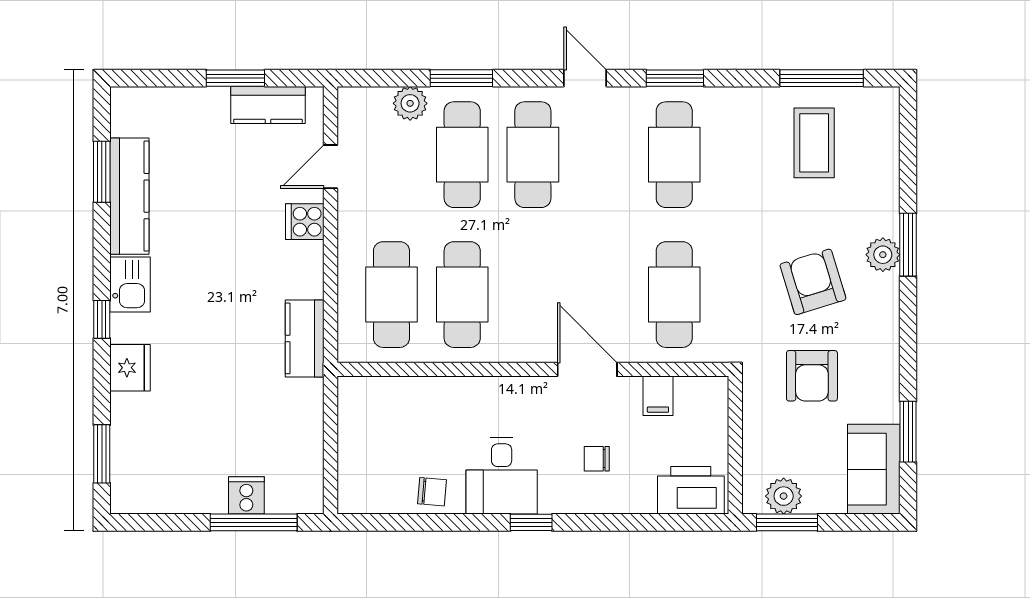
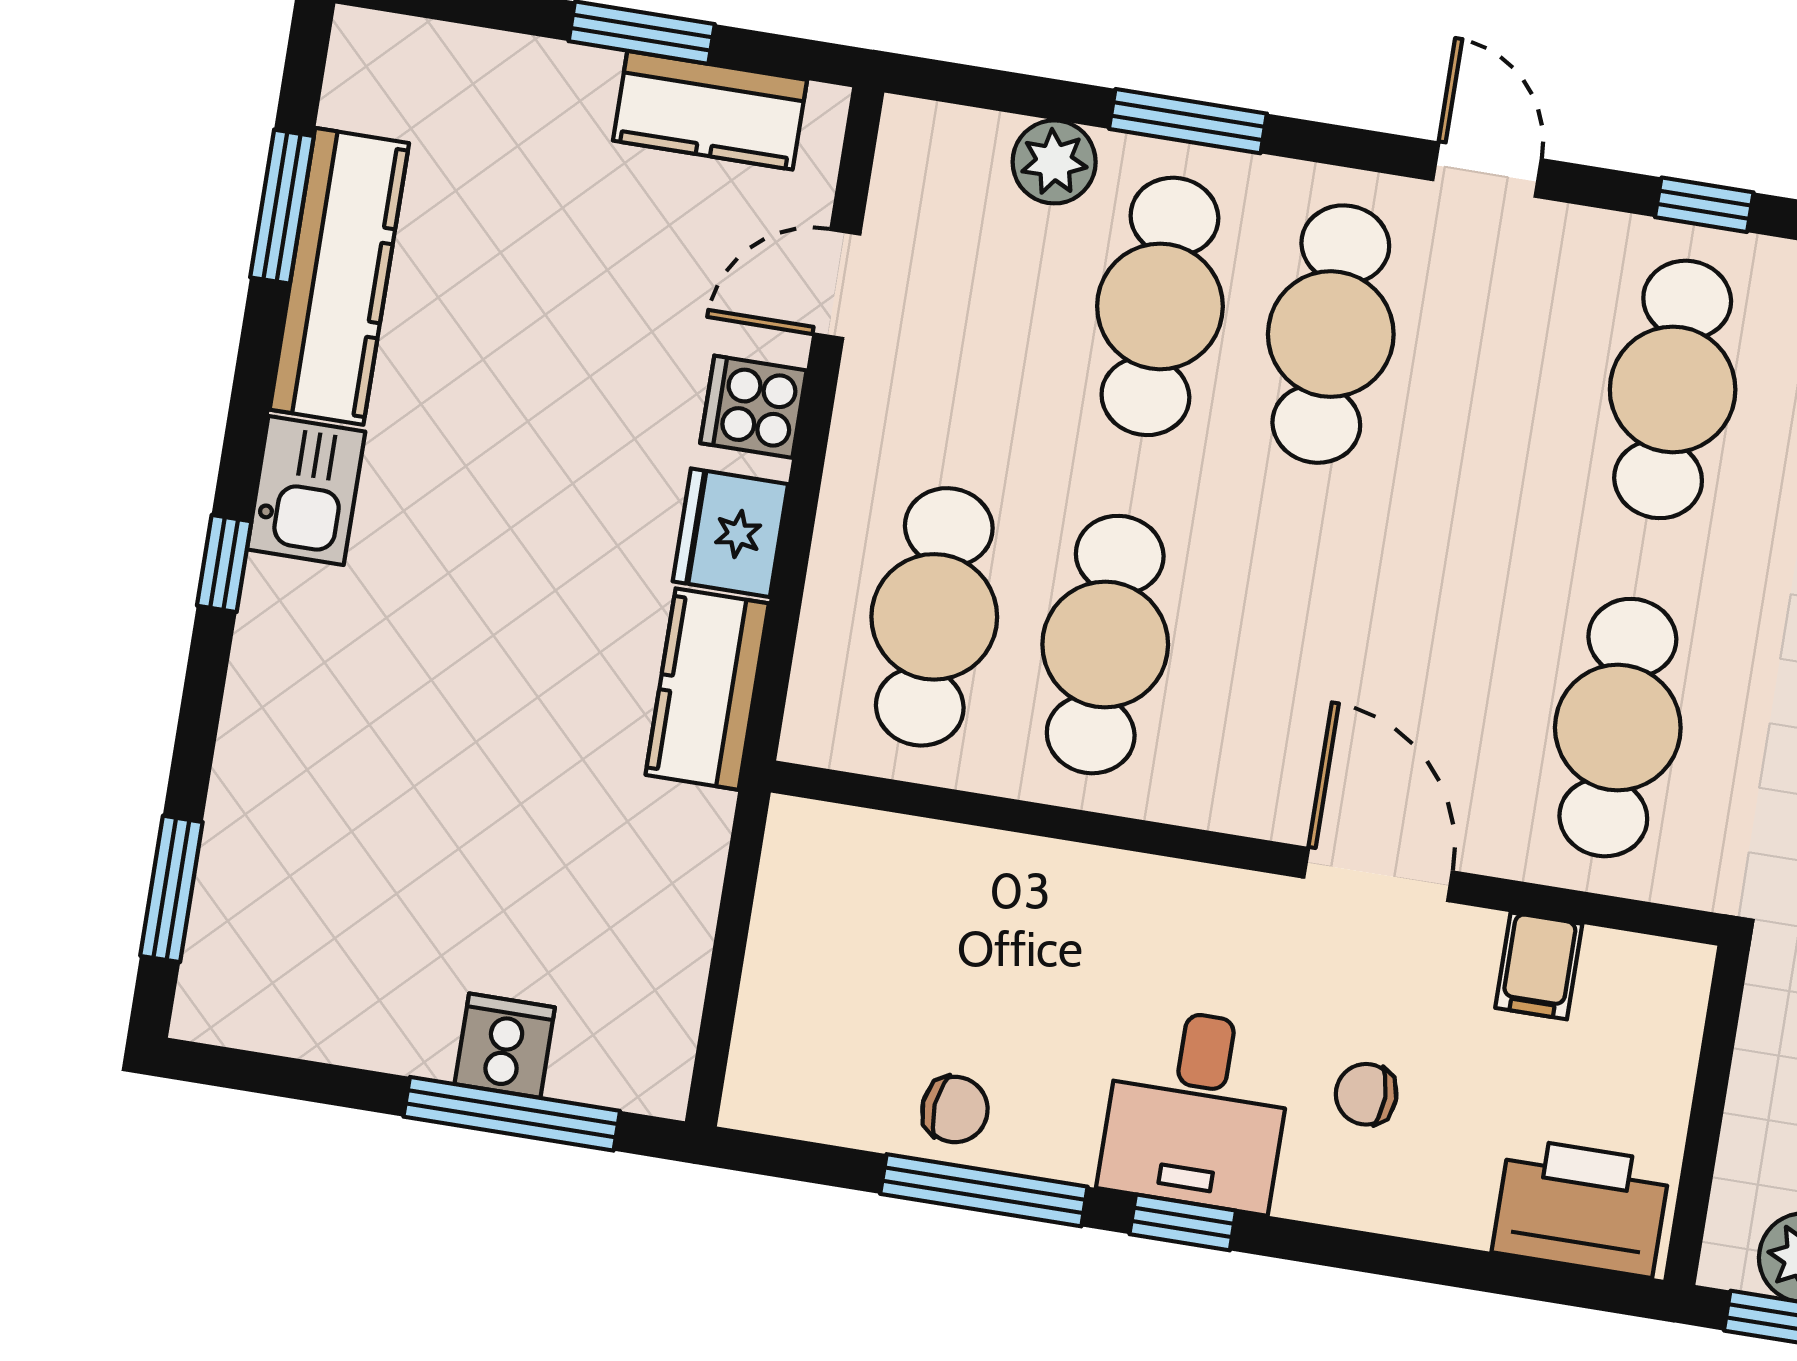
window: (675, 78) -> (1704, 205), width x0.67
fridge: (130, 368) -> (730, 533), moved, turned 180
desk: (502, 476) -> (1197, 1109), moved
window: (449, 522) -> (984, 1190), added

